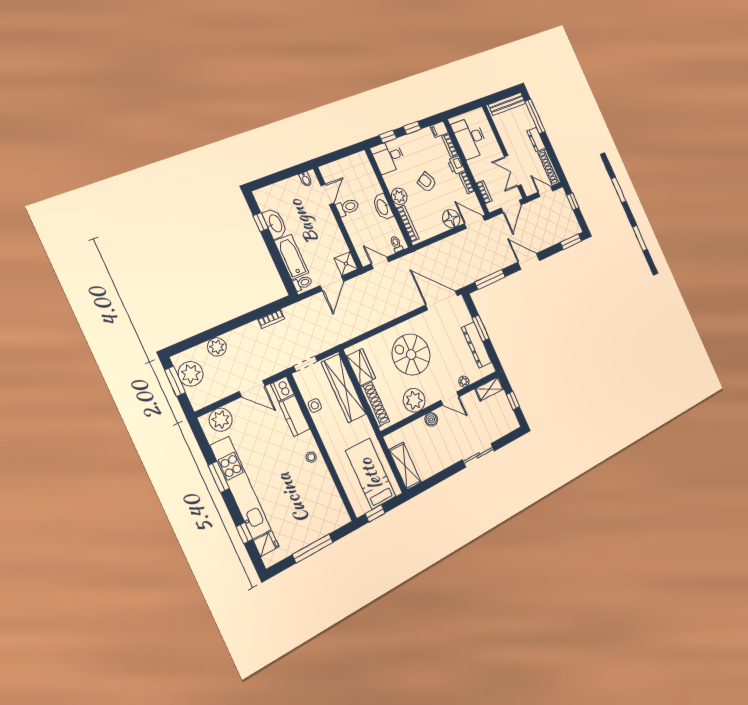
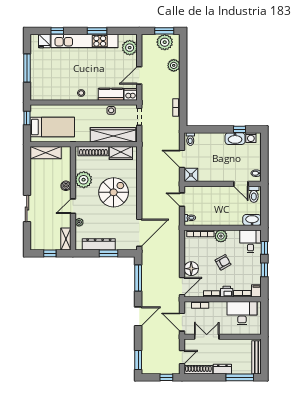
washing machine: (264, 203) -> (251, 138), added
toilet: (348, 207) -> (254, 194), moved
washbasin: (383, 207) -> (252, 220), moved
bathtub: (291, 257) -> (210, 139), removed
door: (380, 263) -> (182, 200), swing flipped

